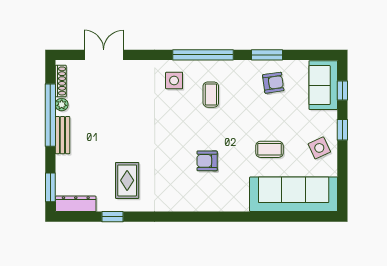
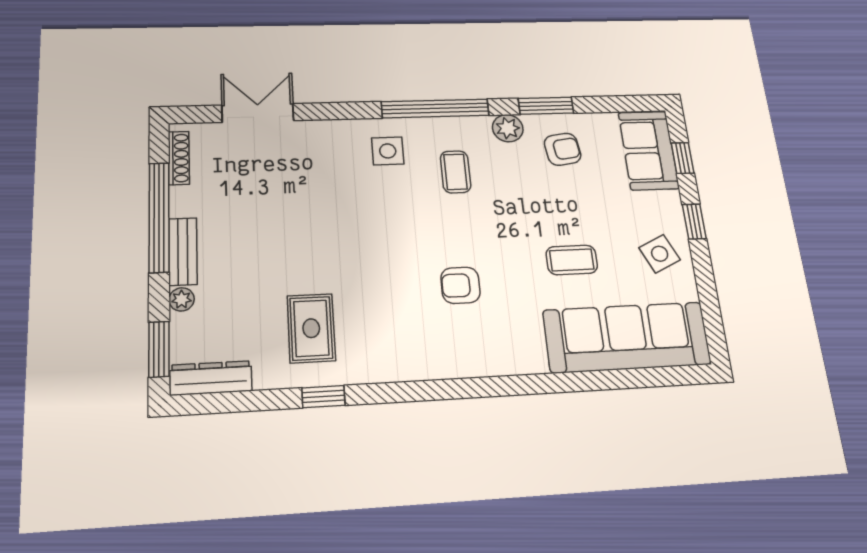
plant: (243, 68) -> (508, 128), added
plant: (62, 105) -> (182, 299), moved
window: (113, 217) -> (323, 397), moved

